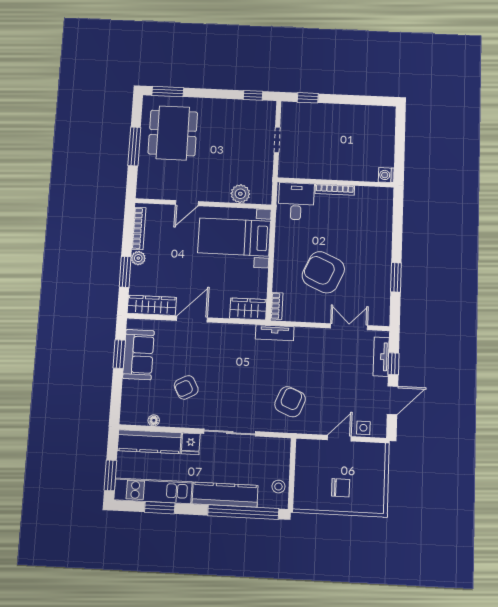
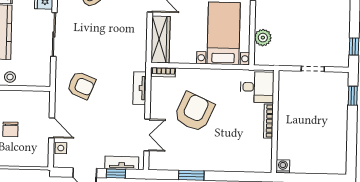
wardrobe: (248, 309) -> (161, 40), width x1.50
tv unit: (275, 333) -> (140, 88), moved

